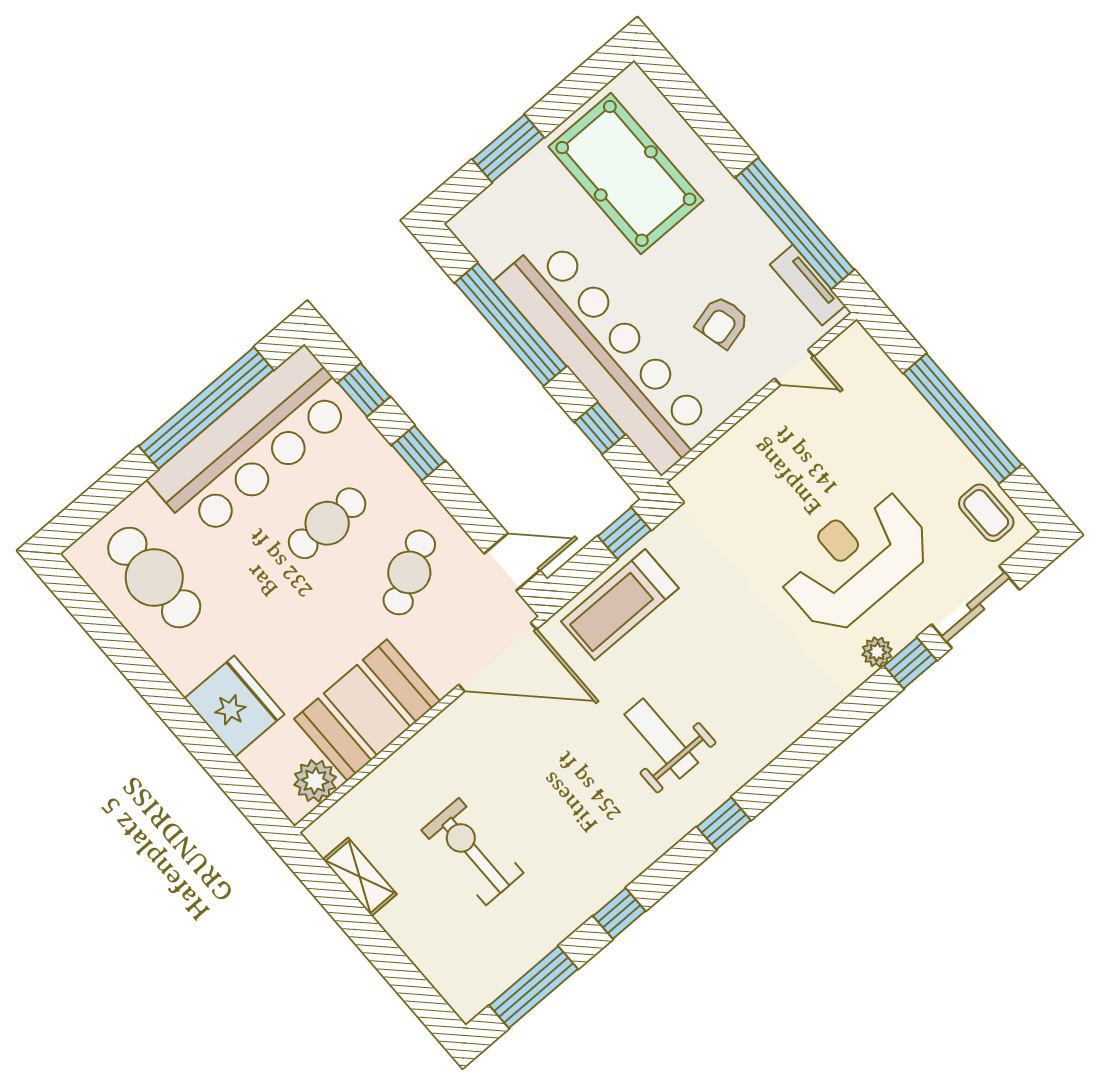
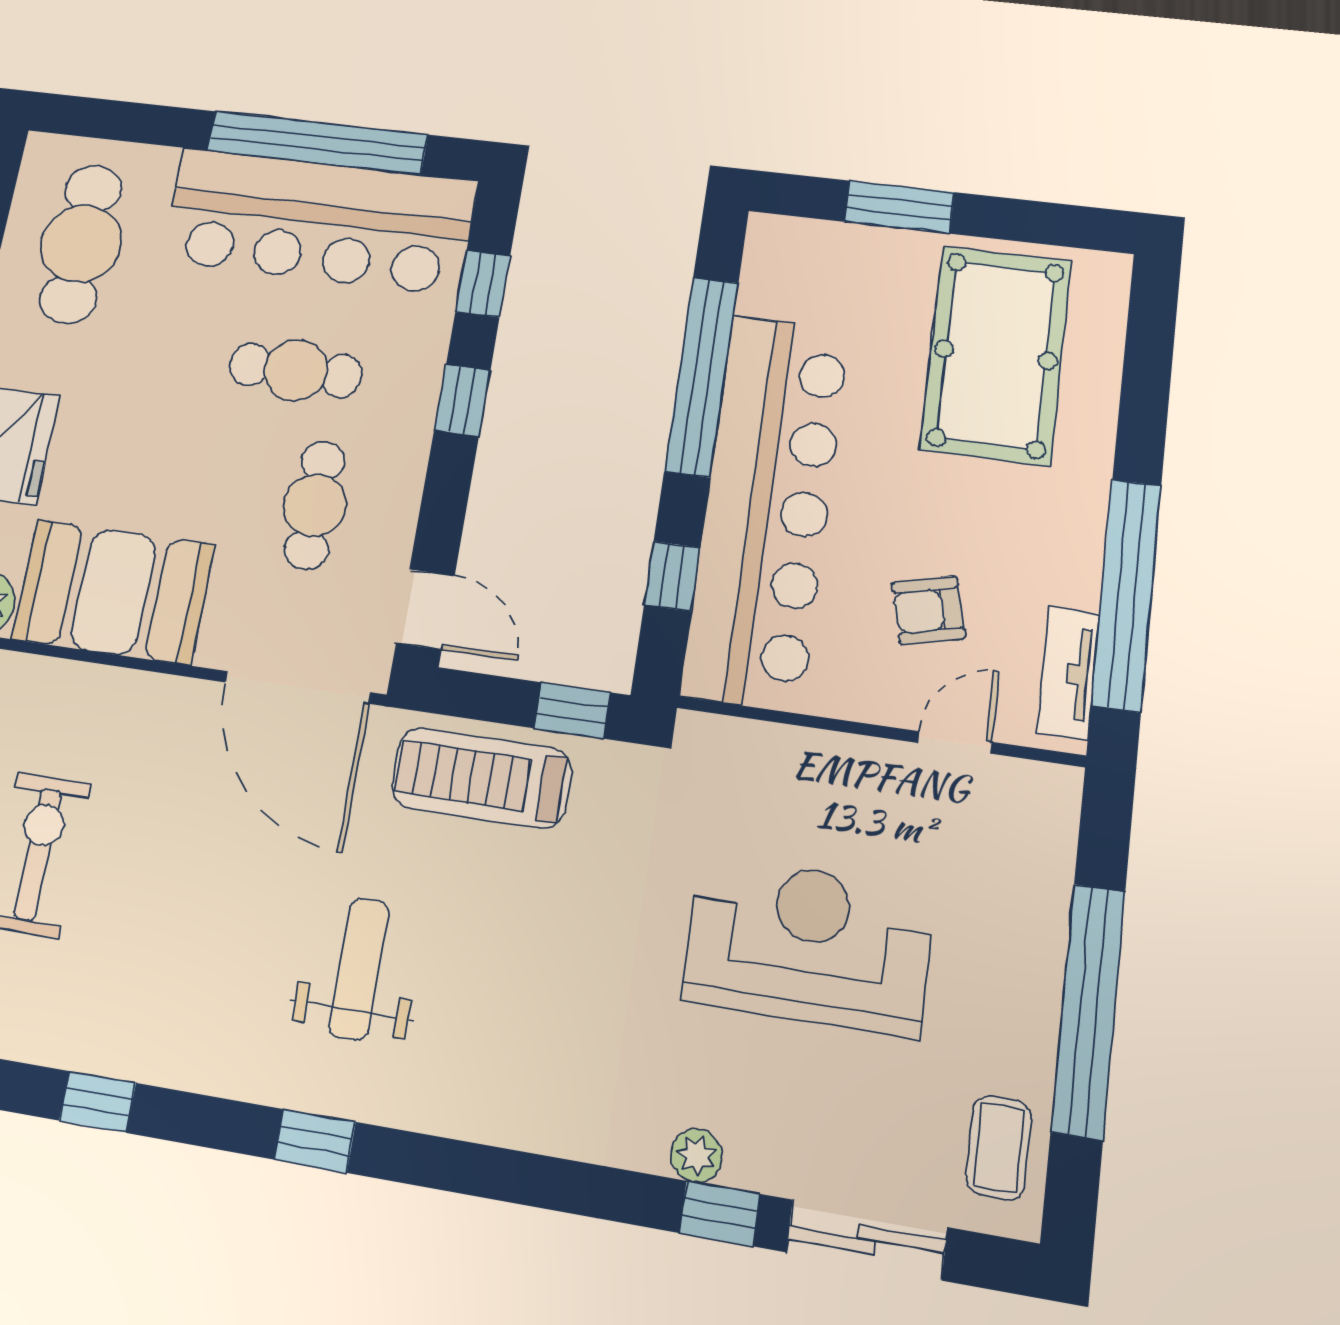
door: (794, 367) -> (955, 742), swing flipped
reception desk: (855, 561) -> (808, 945), moved
cafe table: (409, 572) -> (315, 505), turned -62

